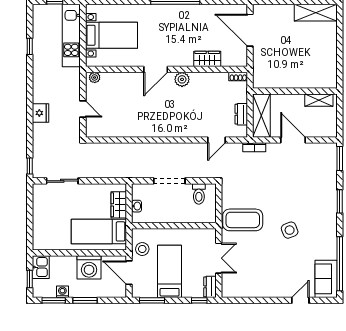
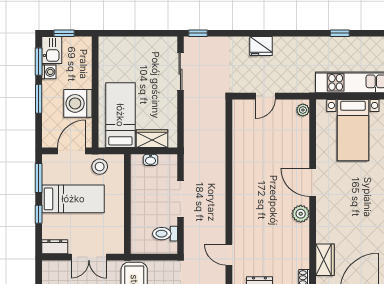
wardrobe: (207, 59) -> (325, 260), moved
kitchen sink: (41, 267) -> (52, 50), moved, turned -90
window: (199, 300) -> (39, 214), moved

